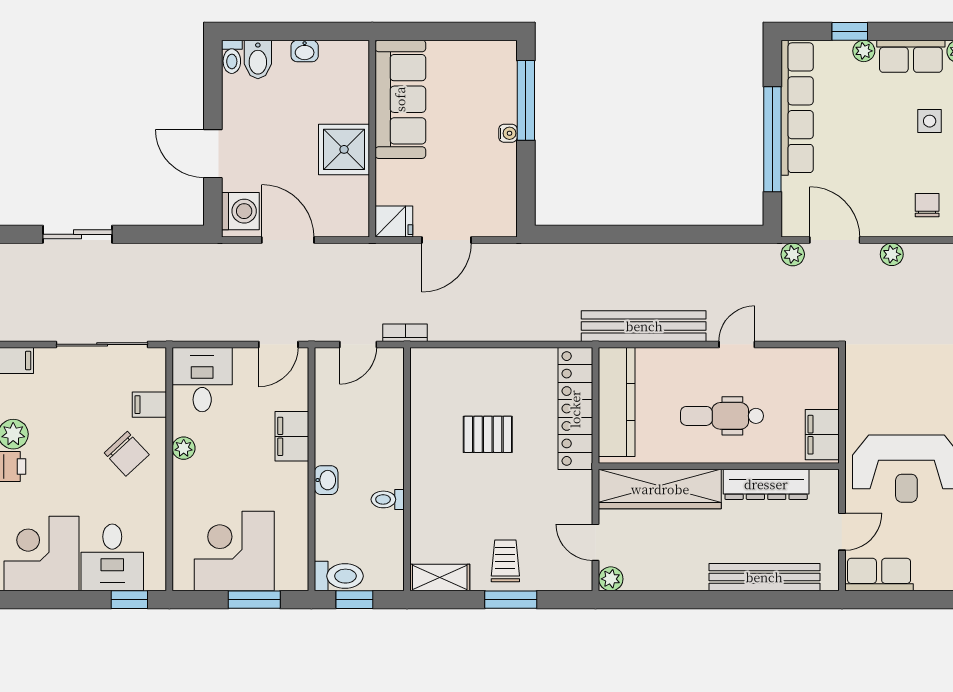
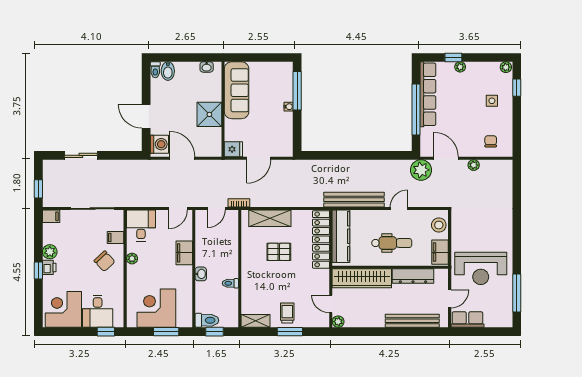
washbasin: (305, 51) -> (207, 67), moved
row of seats: (911, 56) -> (483, 69), removed
plant: (793, 254) -> (421, 170), width x1.88, depth x1.88
shelving: (469, 365) -> (270, 218), added
stool: (820, 379) -> (439, 225), added
dental chair: (722, 416) -> (392, 243), turned 180

